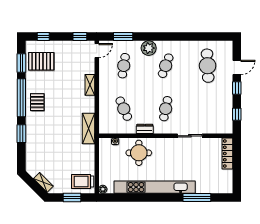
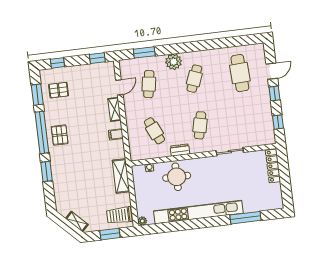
door: (97, 51) -> (119, 87), moved
pallet: (41, 61) -> (59, 90), width x0.67, depth x0.71
filing cabinet: (88, 108) -> (116, 134), added
shelving: (88, 129) -> (121, 176), moved

